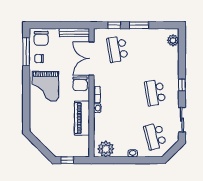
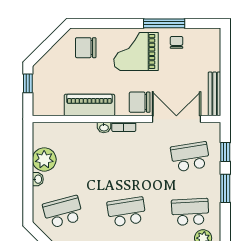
chair: (41, 38) -> (86, 48), moved
school desk: (155, 49) -> (190, 212), added
window: (26, 52) -> (164, 23), moved
plant: (106, 149) -> (44, 159), moved

